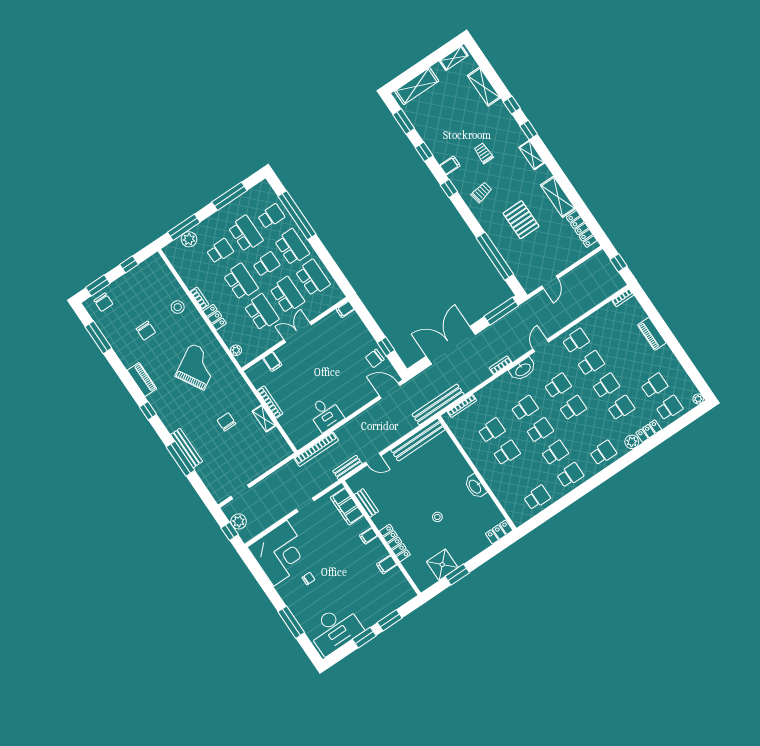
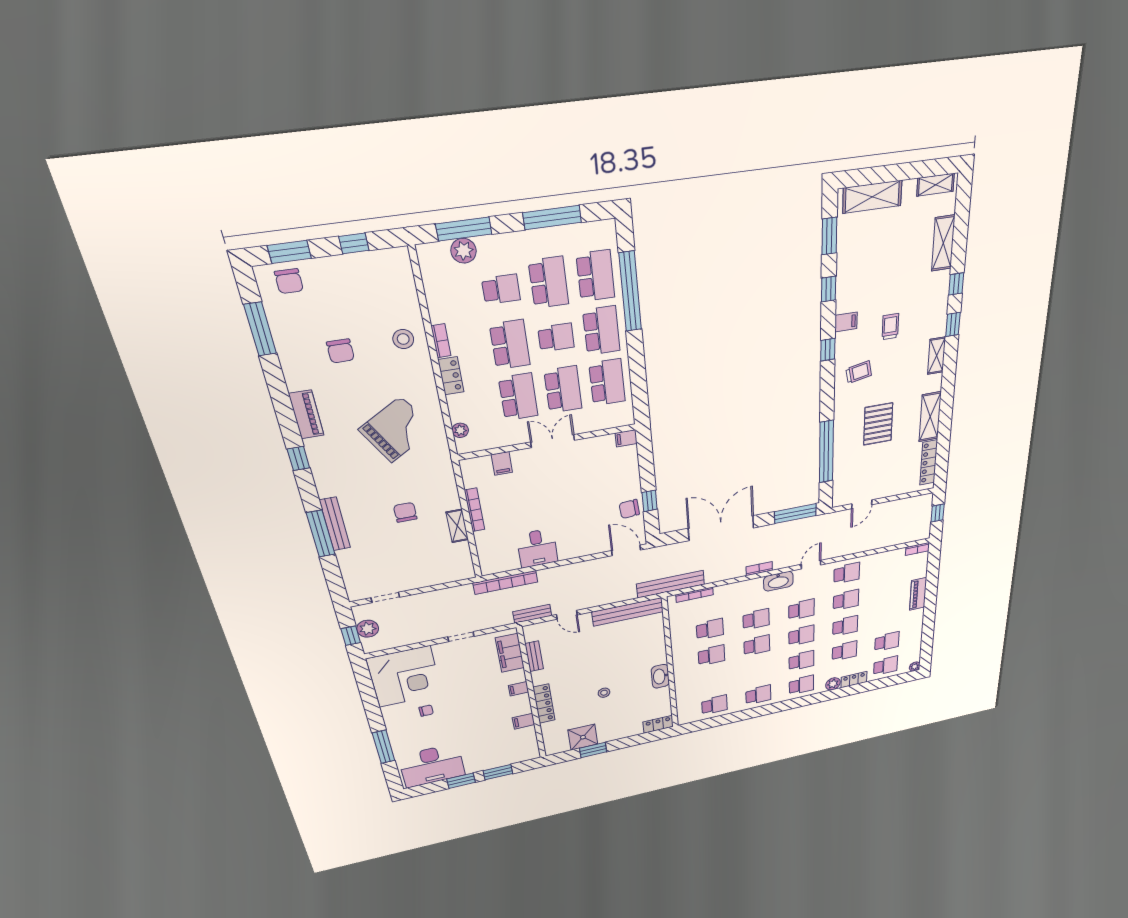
school desk: (271, 216) -> (595, 276), width x1.85
school desk: (555, 453) -> (801, 661), moved

